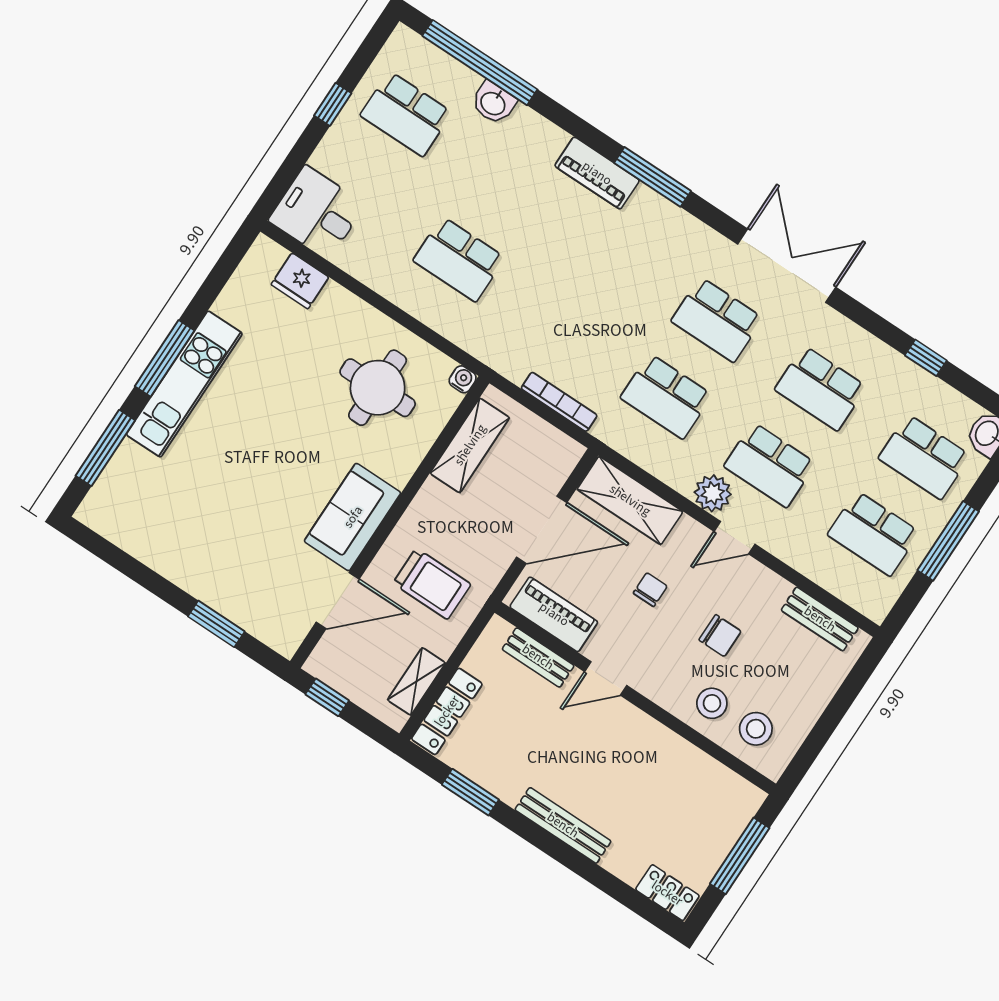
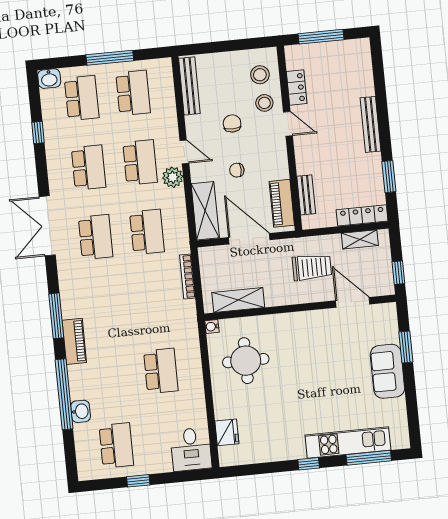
window: (480, 63) -> (64, 394), moved
window: (165, 358) -> (309, 464), width x0.46
kitchen unit: (184, 384) -> (348, 443), moved
sofa: (353, 517) -> (387, 371), moved, turned 90
trolley: (432, 584) -> (312, 267), turned 90
bench: (820, 619) -> (189, 86), width x1.36
door: (606, 678) -> (288, 124), moved
locker: (667, 893) -> (297, 87), moved, turned 180

